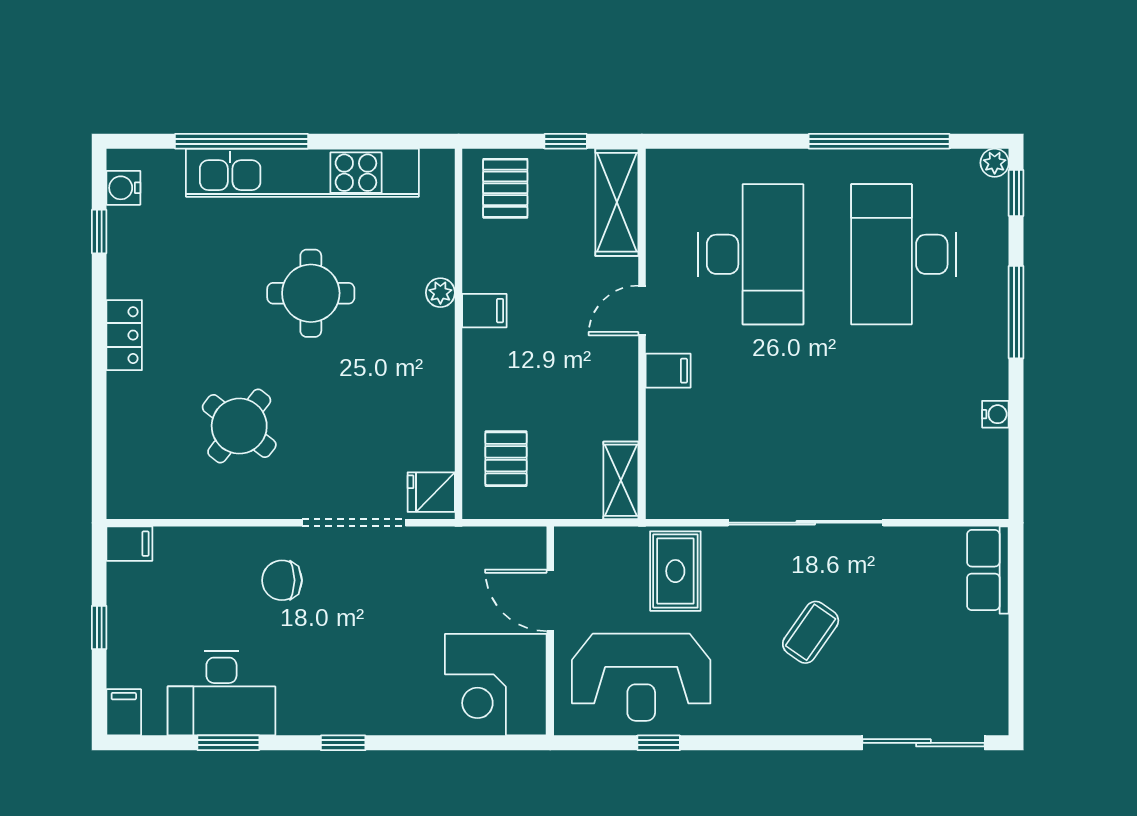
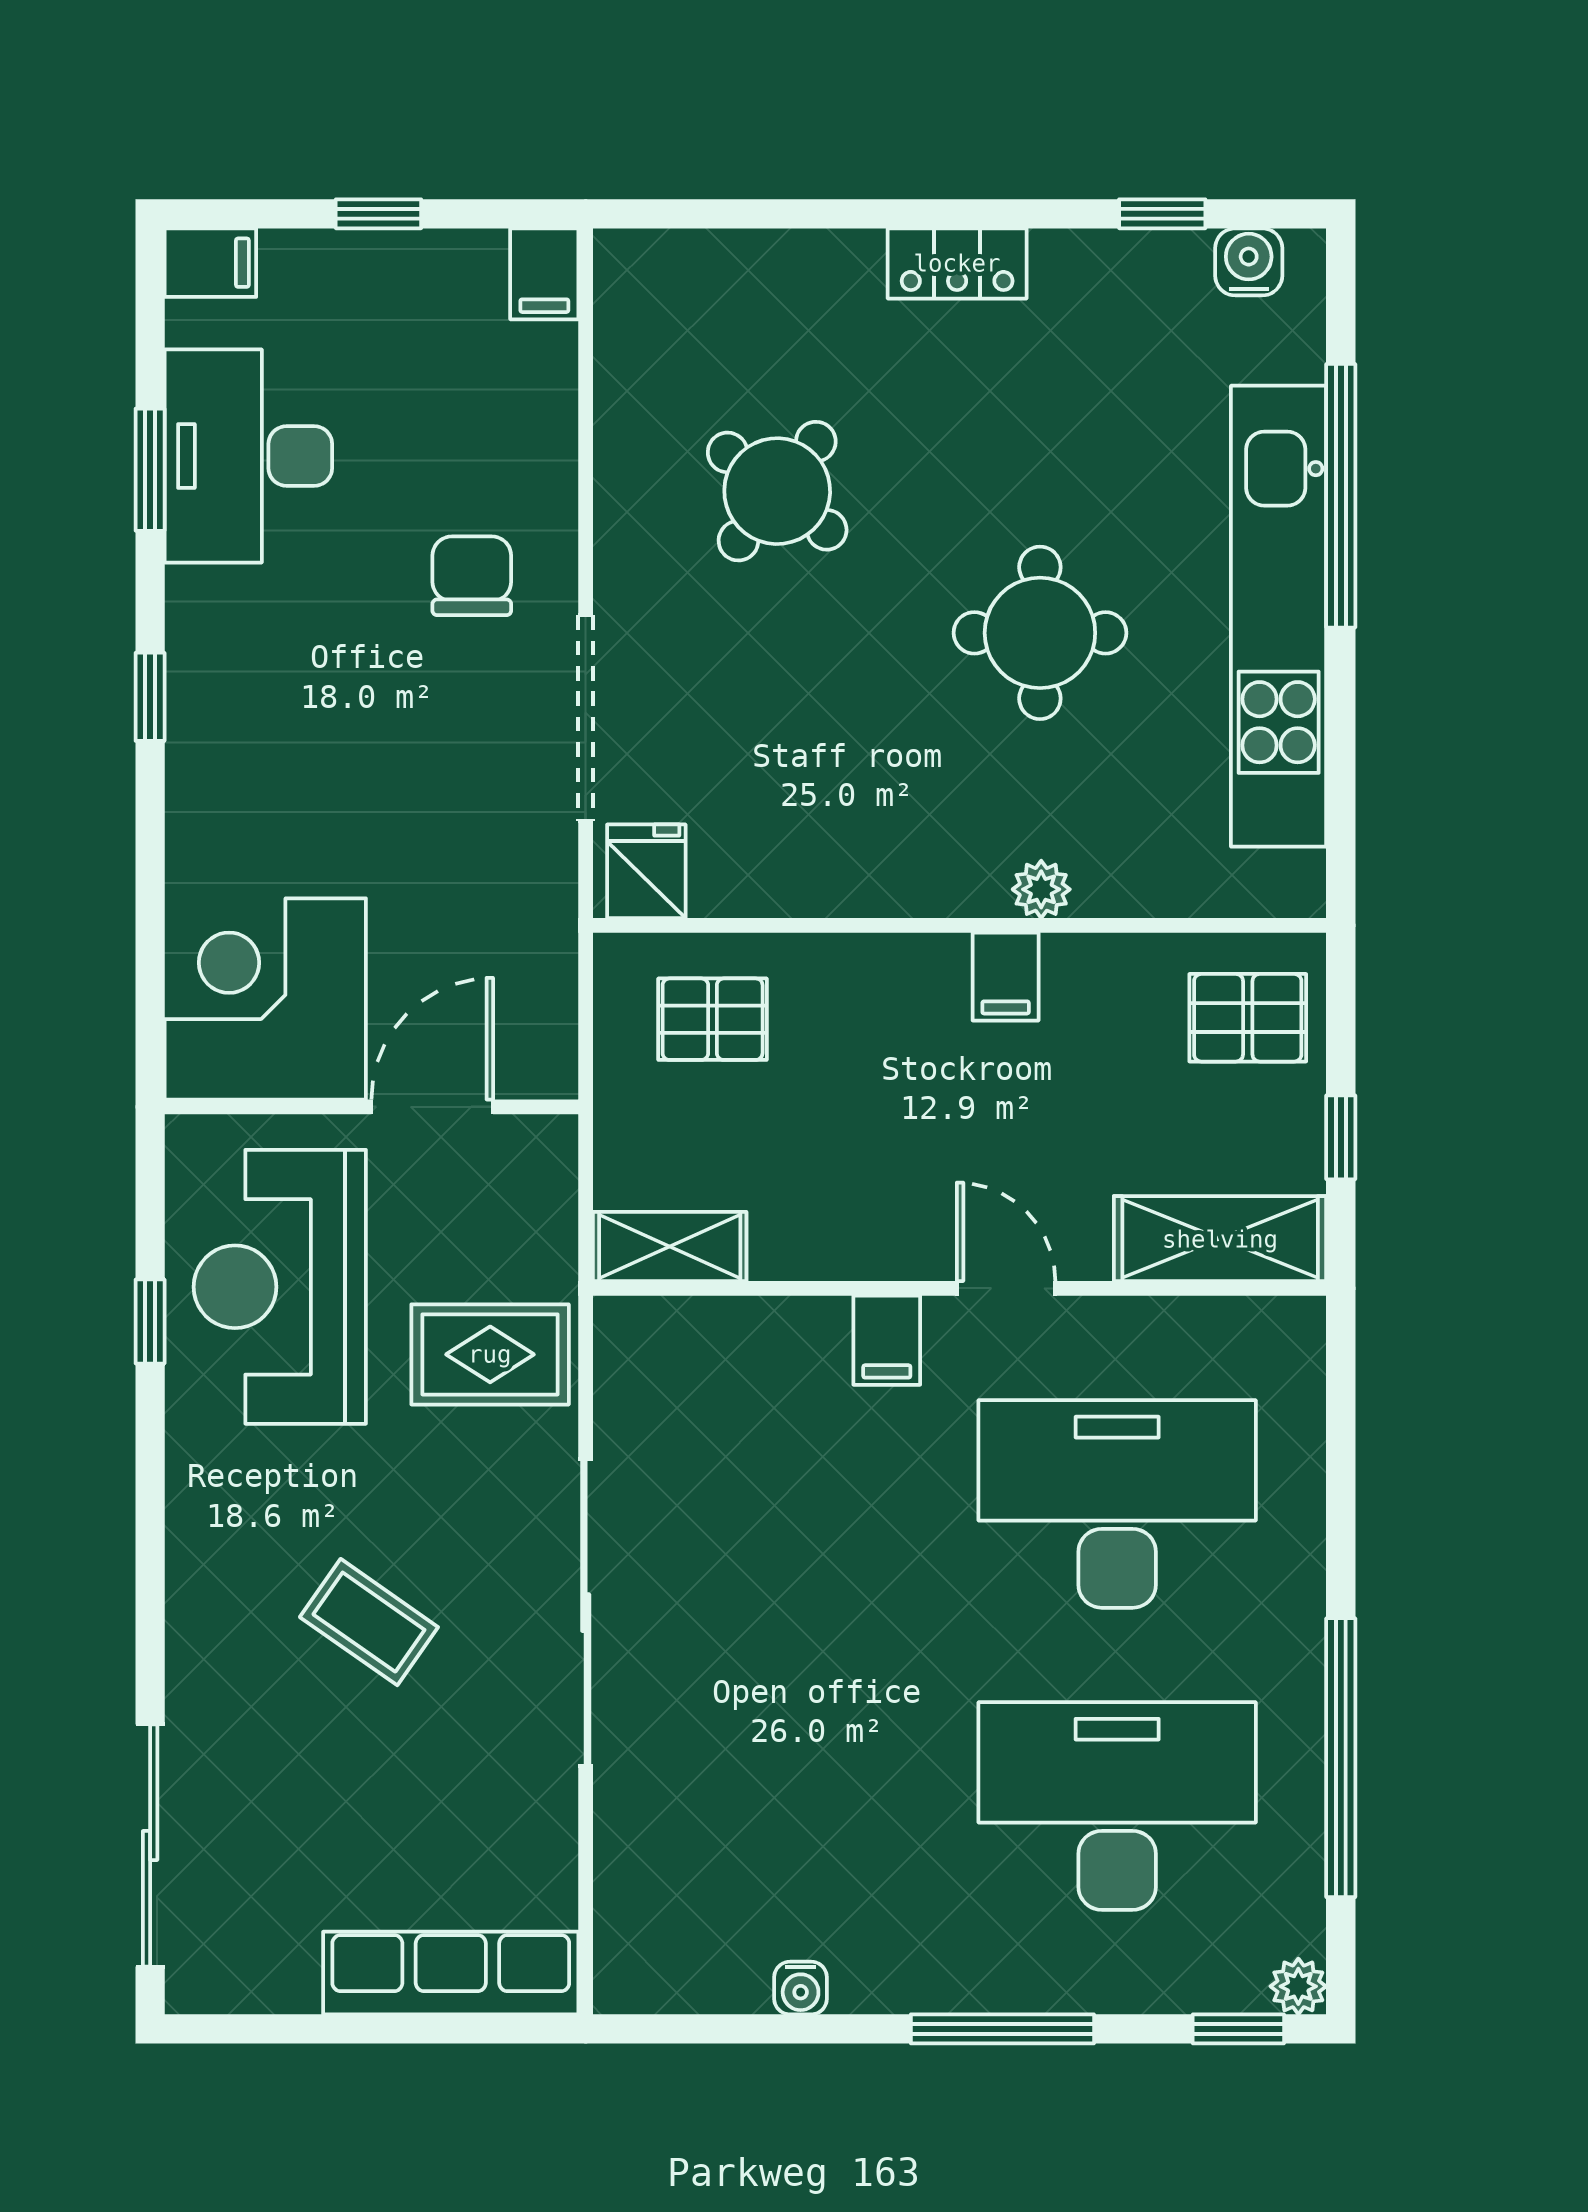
desk: (751, 254) -> (1117, 1504), turned 180
row of seats: (988, 570) -> (451, 1973), width x1.48

